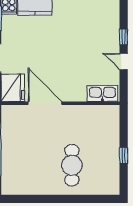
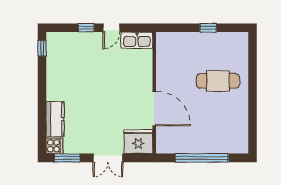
kitchen sink: (102, 93) -> (137, 40), moved, turned -90
door: (45, 103) -> (154, 109), swing flipped

